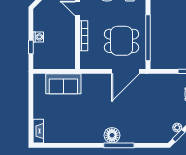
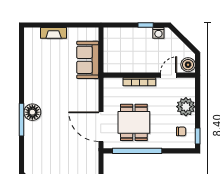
washing machine: (38, 37) -> (158, 33), moved
window: (31, 47) -> (146, 25), moved
fireplace: (38, 131) -> (54, 33), moved

